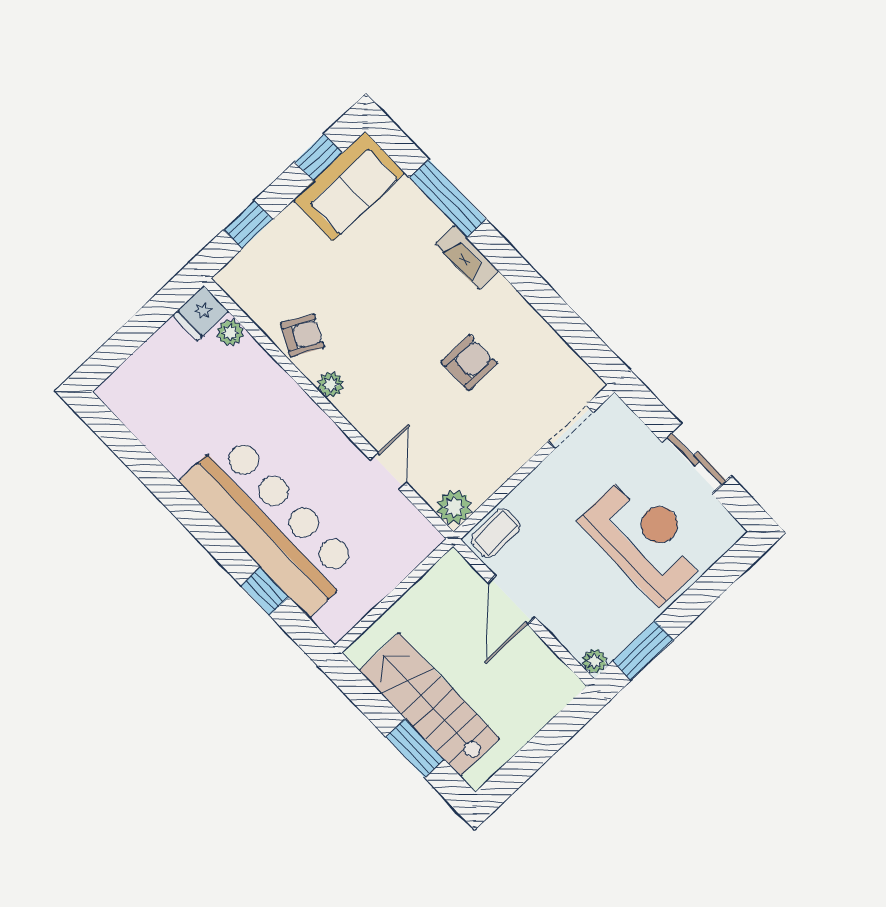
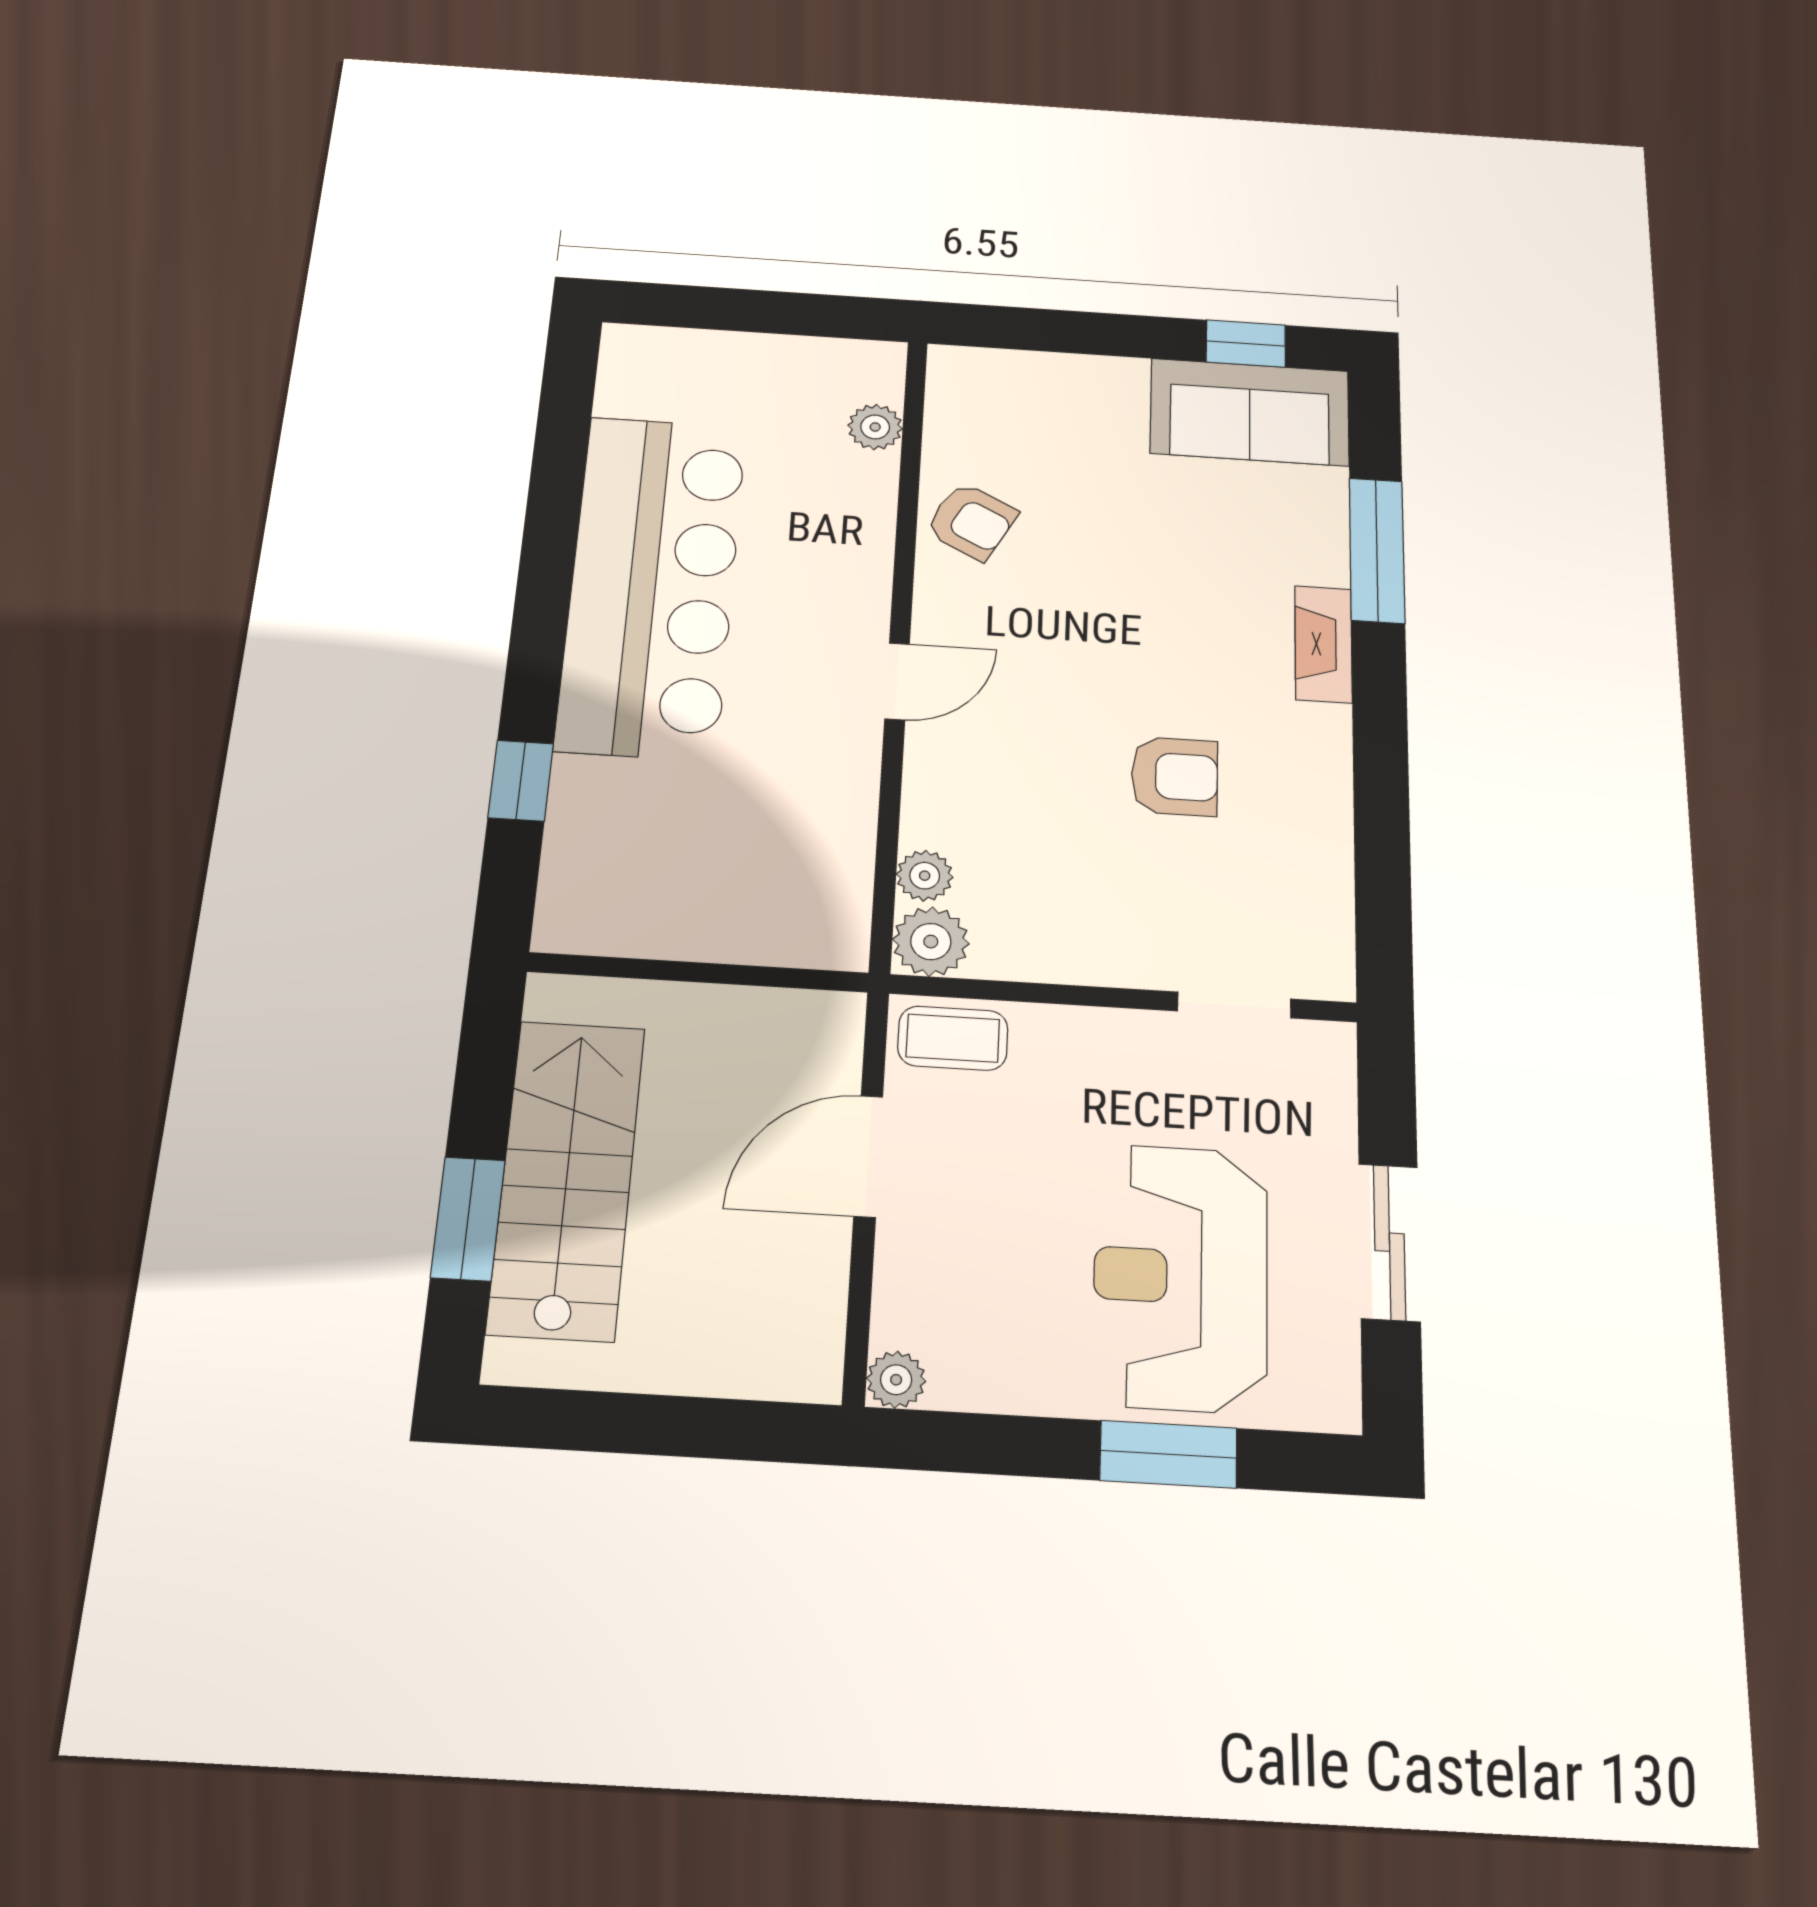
window: (248, 224) -> (1055, 331), removed
fridge: (201, 313) -> (863, 369), removed
plant: (331, 385) -> (925, 876), moved
door: (388, 471) -> (897, 681), moved
bar counter: (271, 523) -> (652, 585), moved
reception desk: (645, 538) -> (1181, 1277), turned 180
window: (643, 651) -> (1169, 1454), moved

